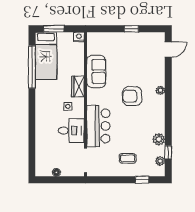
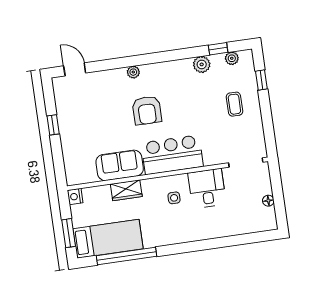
wardrobe: (78, 86) -> (126, 190), moved
bar counter: (98, 126) -> (172, 155), moved

